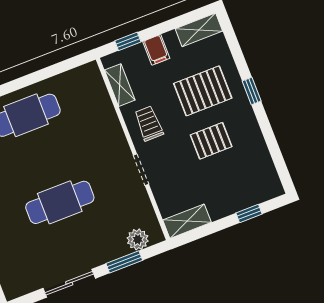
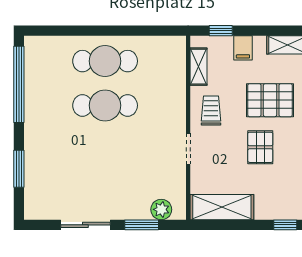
pallet: (211, 141) -> (260, 147), turned 90
cafe table: (60, 202) -> (105, 105), moved
window: (249, 213) -> (285, 225), moved
shelving: (187, 221) -> (222, 207), width x1.50, depth x1.33

